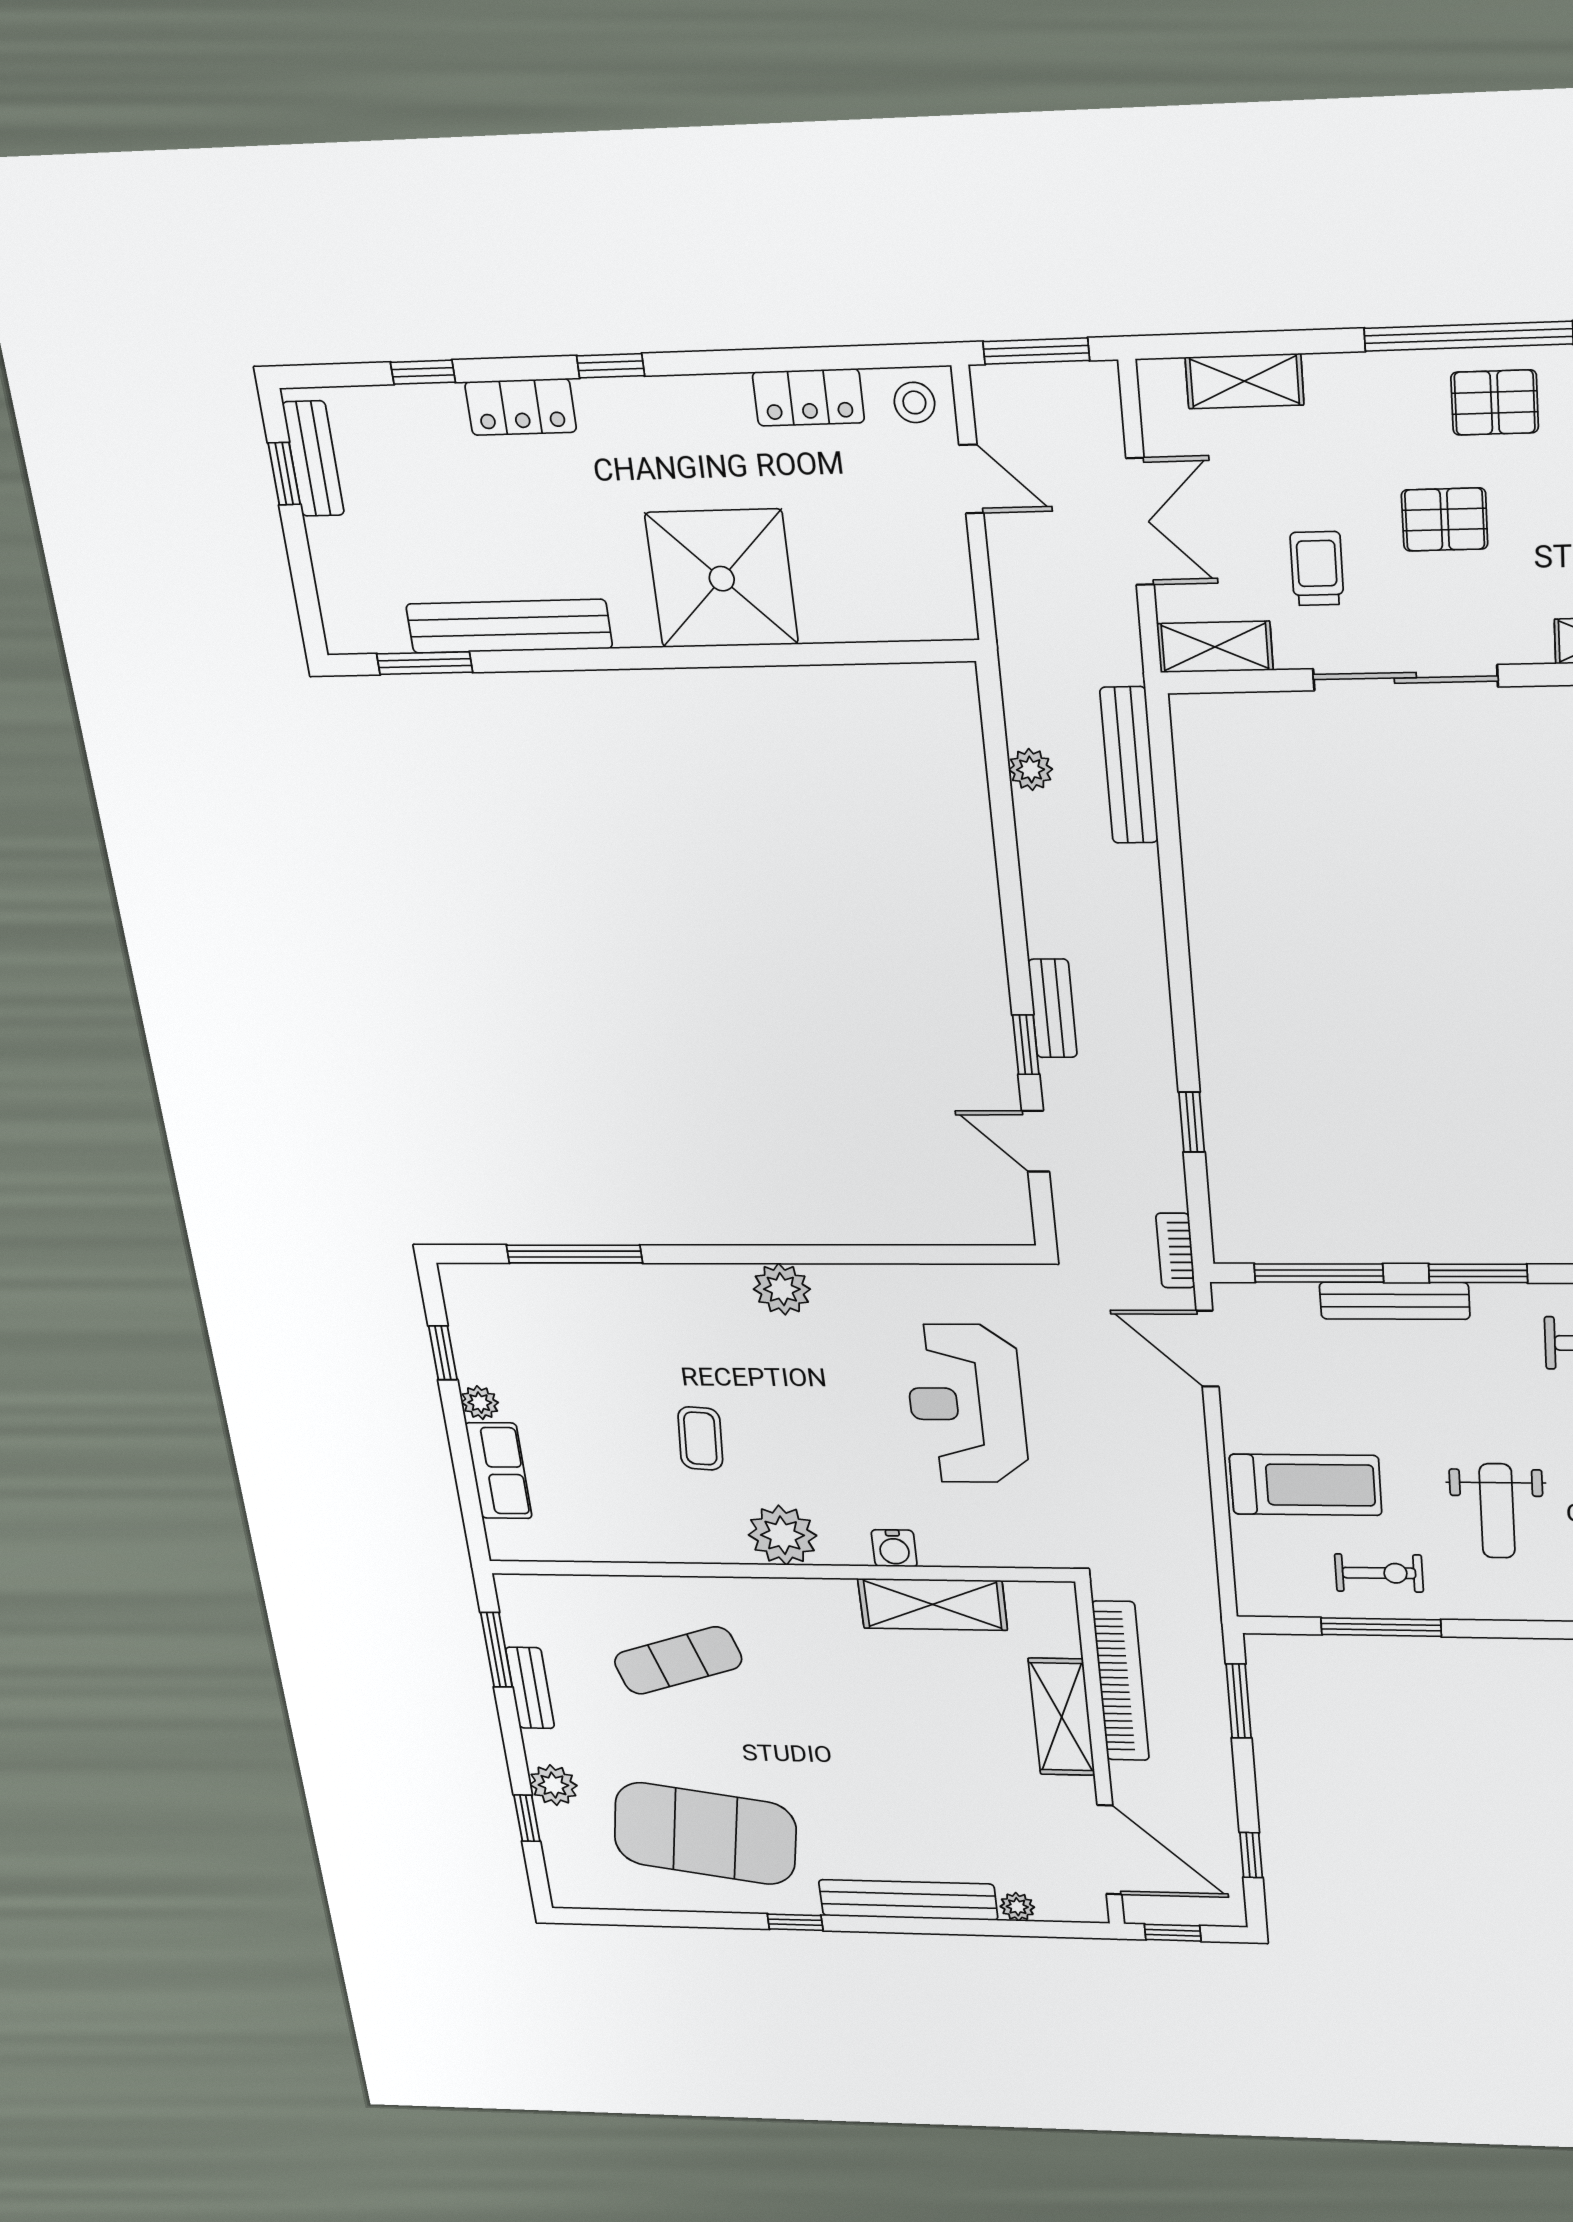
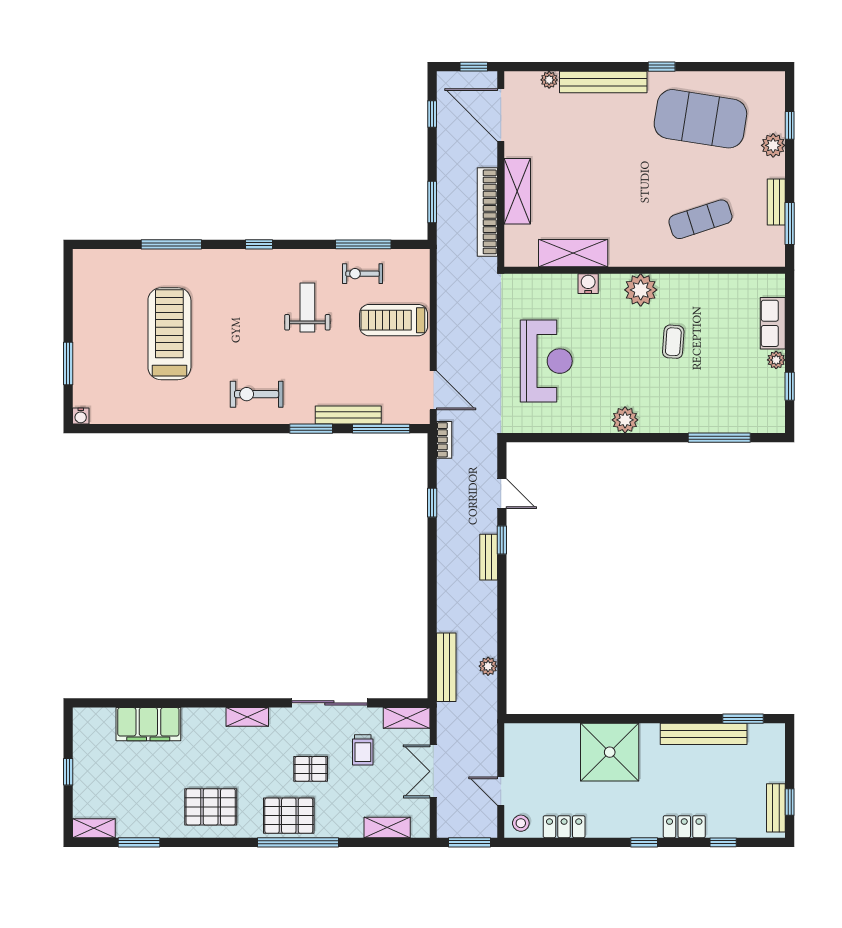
pallet: (1495, 403) -> (289, 816), width x1.50, depth x1.42

